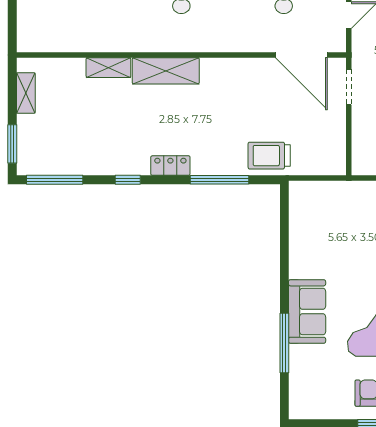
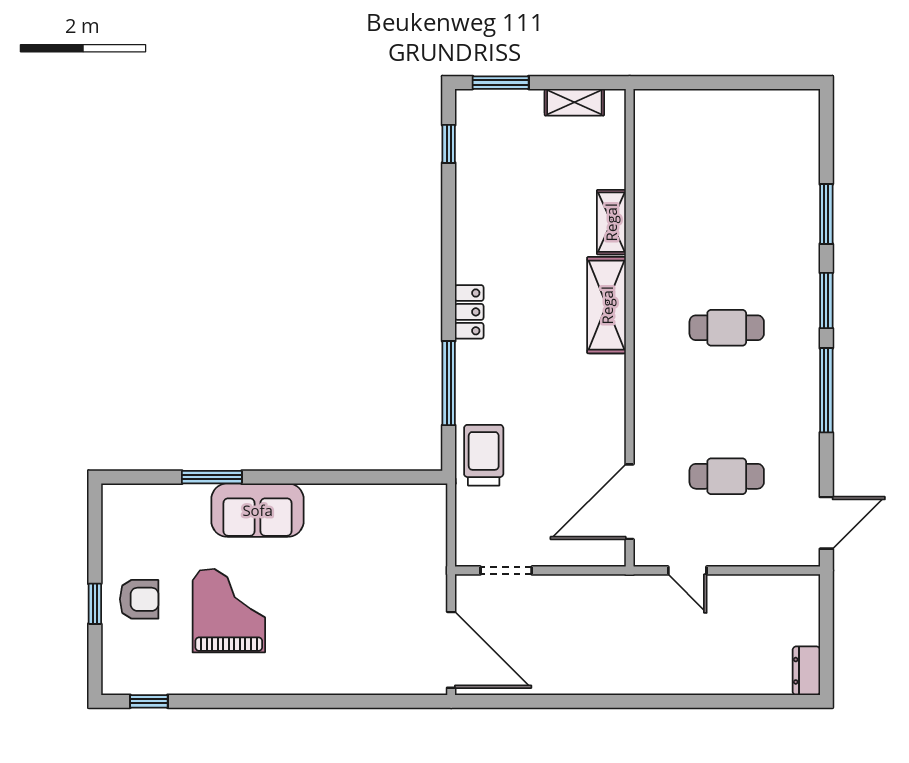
doorway: (349, 87) -> (506, 570), moved
window: (55, 180) -> (449, 144), width x0.46
window: (128, 180) -> (449, 250), removed
window: (284, 343) -> (212, 477), width x0.69

